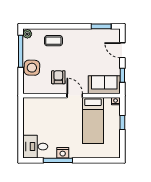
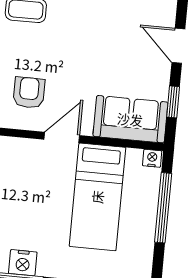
door: (75, 96) -> (62, 137), hinge flipped
window: (122, 123) -> (163, 208), width x2.17

